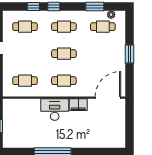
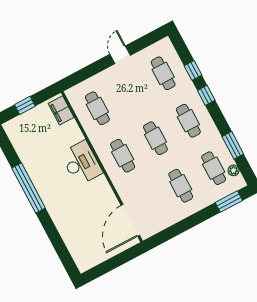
cafe table: (103, 54) -> (181, 186), added
window: (129, 54) -> (229, 202), moved
door: (108, 98) -> (130, 220), swing flipped
filing cabinet: (78, 105) -> (61, 110), moved

